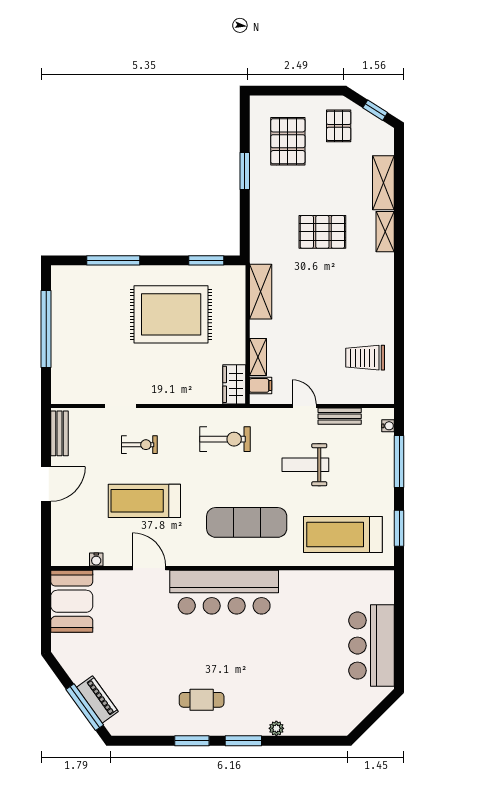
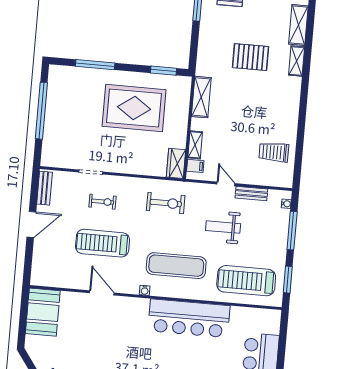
water cooler: (96, 560) -> (145, 290), moved
bar counter: (224, 592) -> (189, 318), moved

